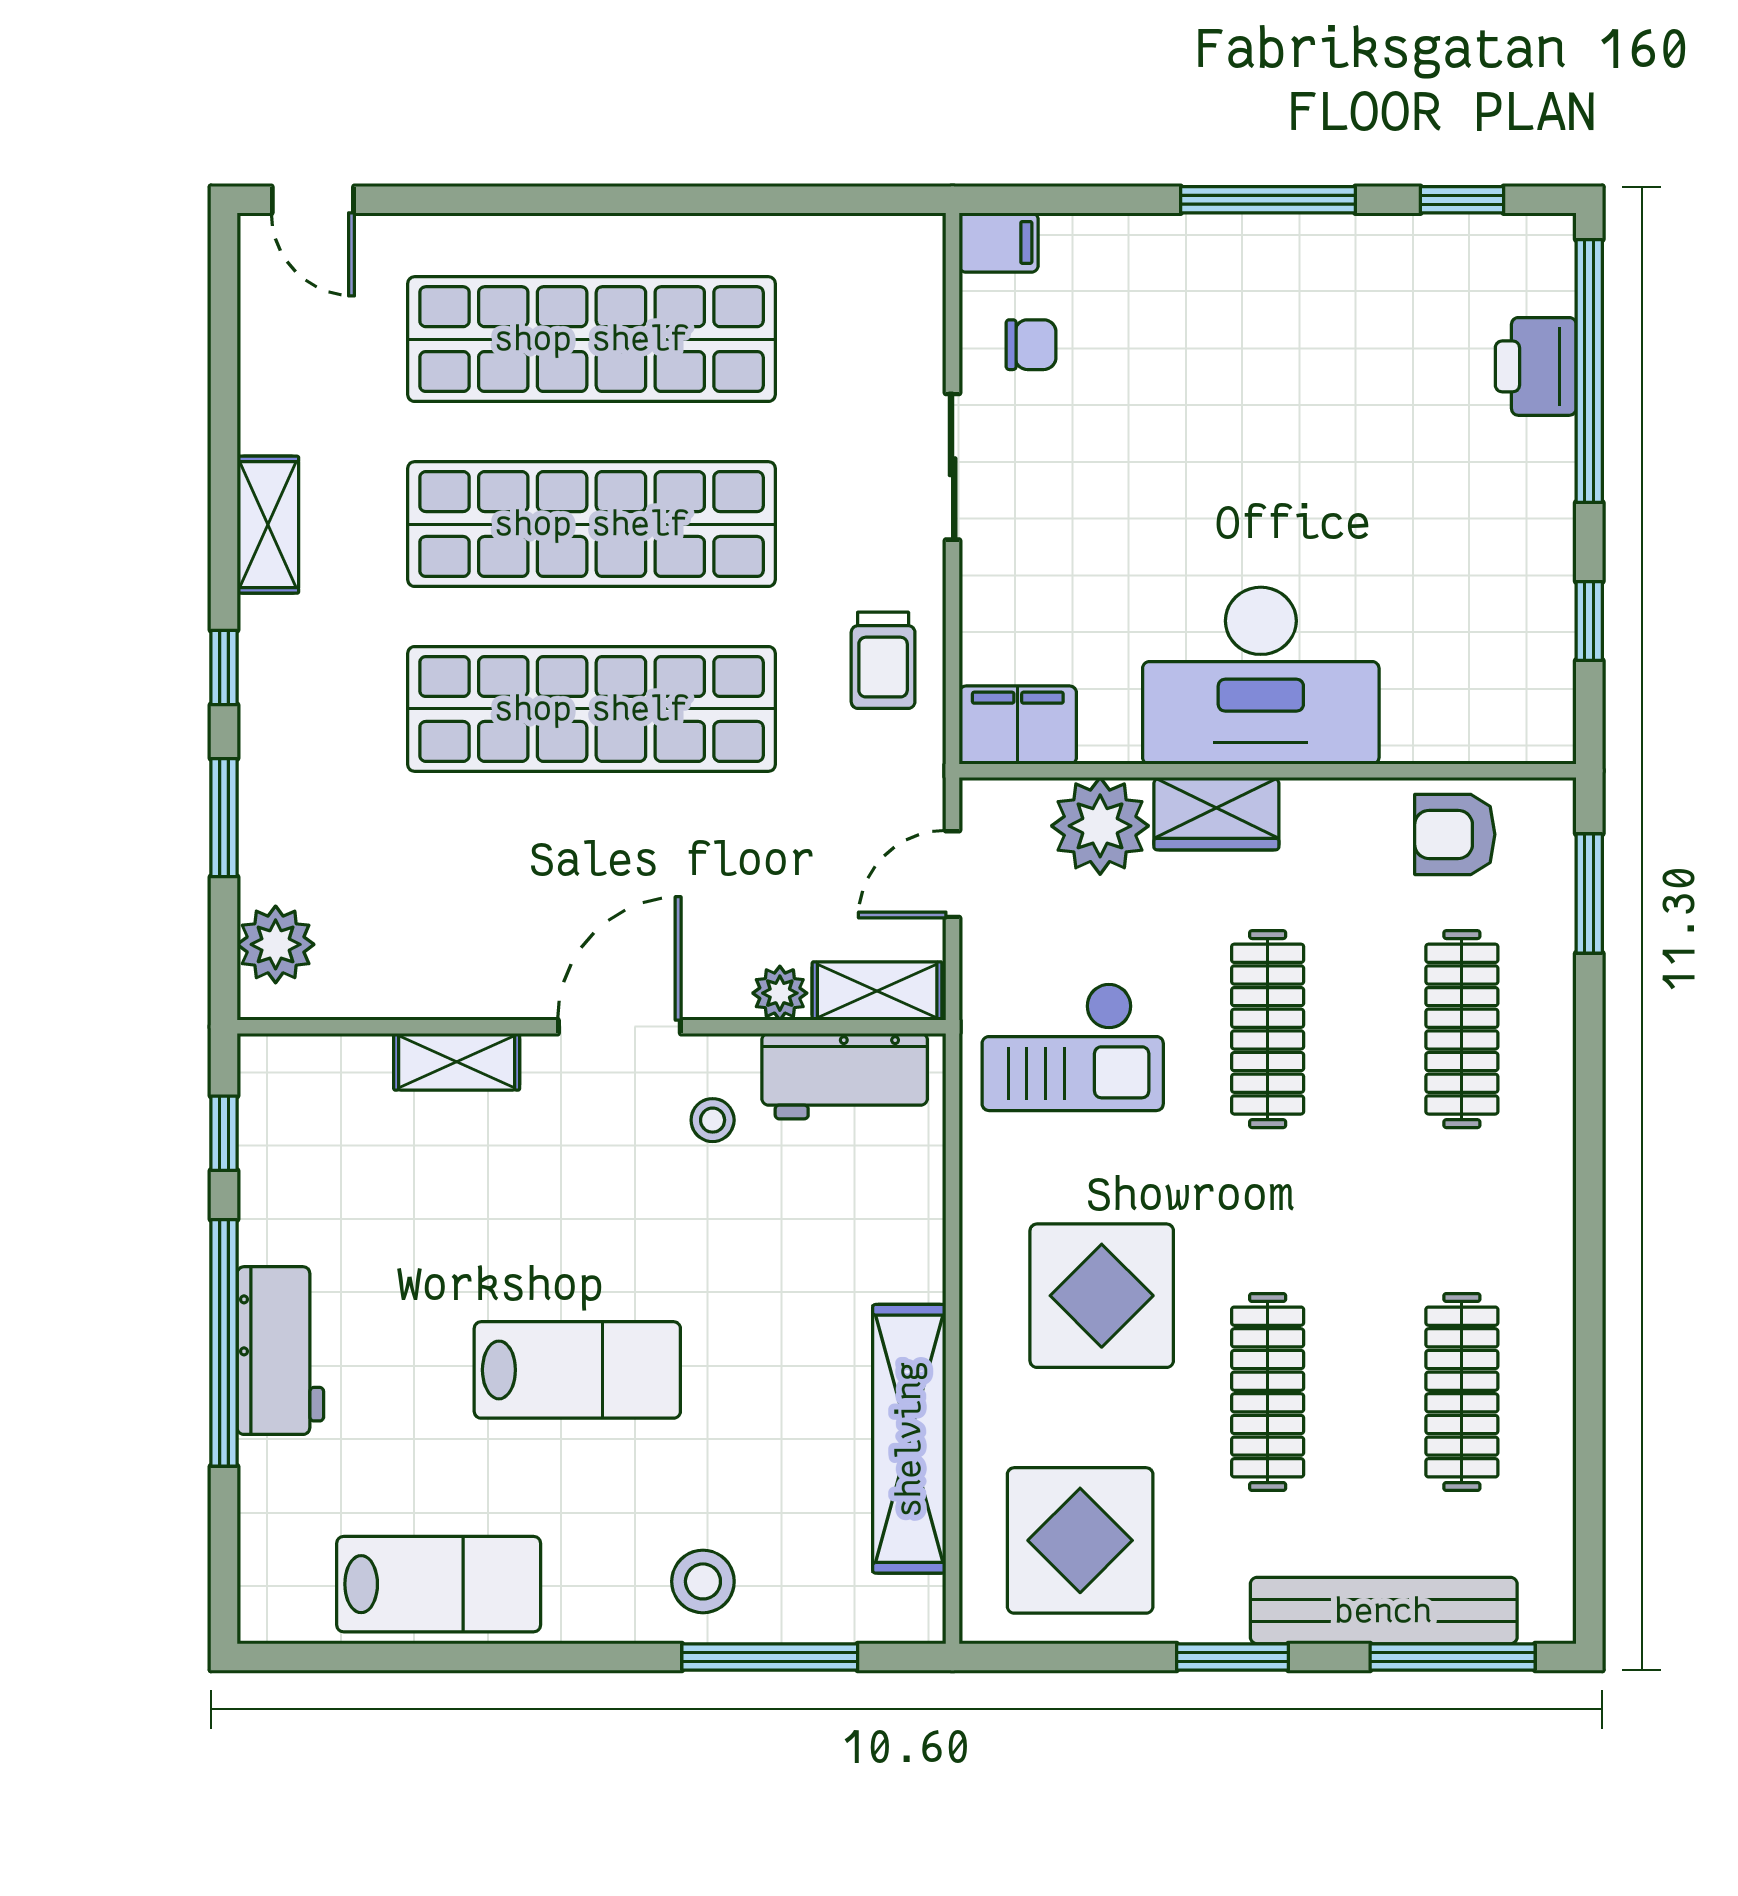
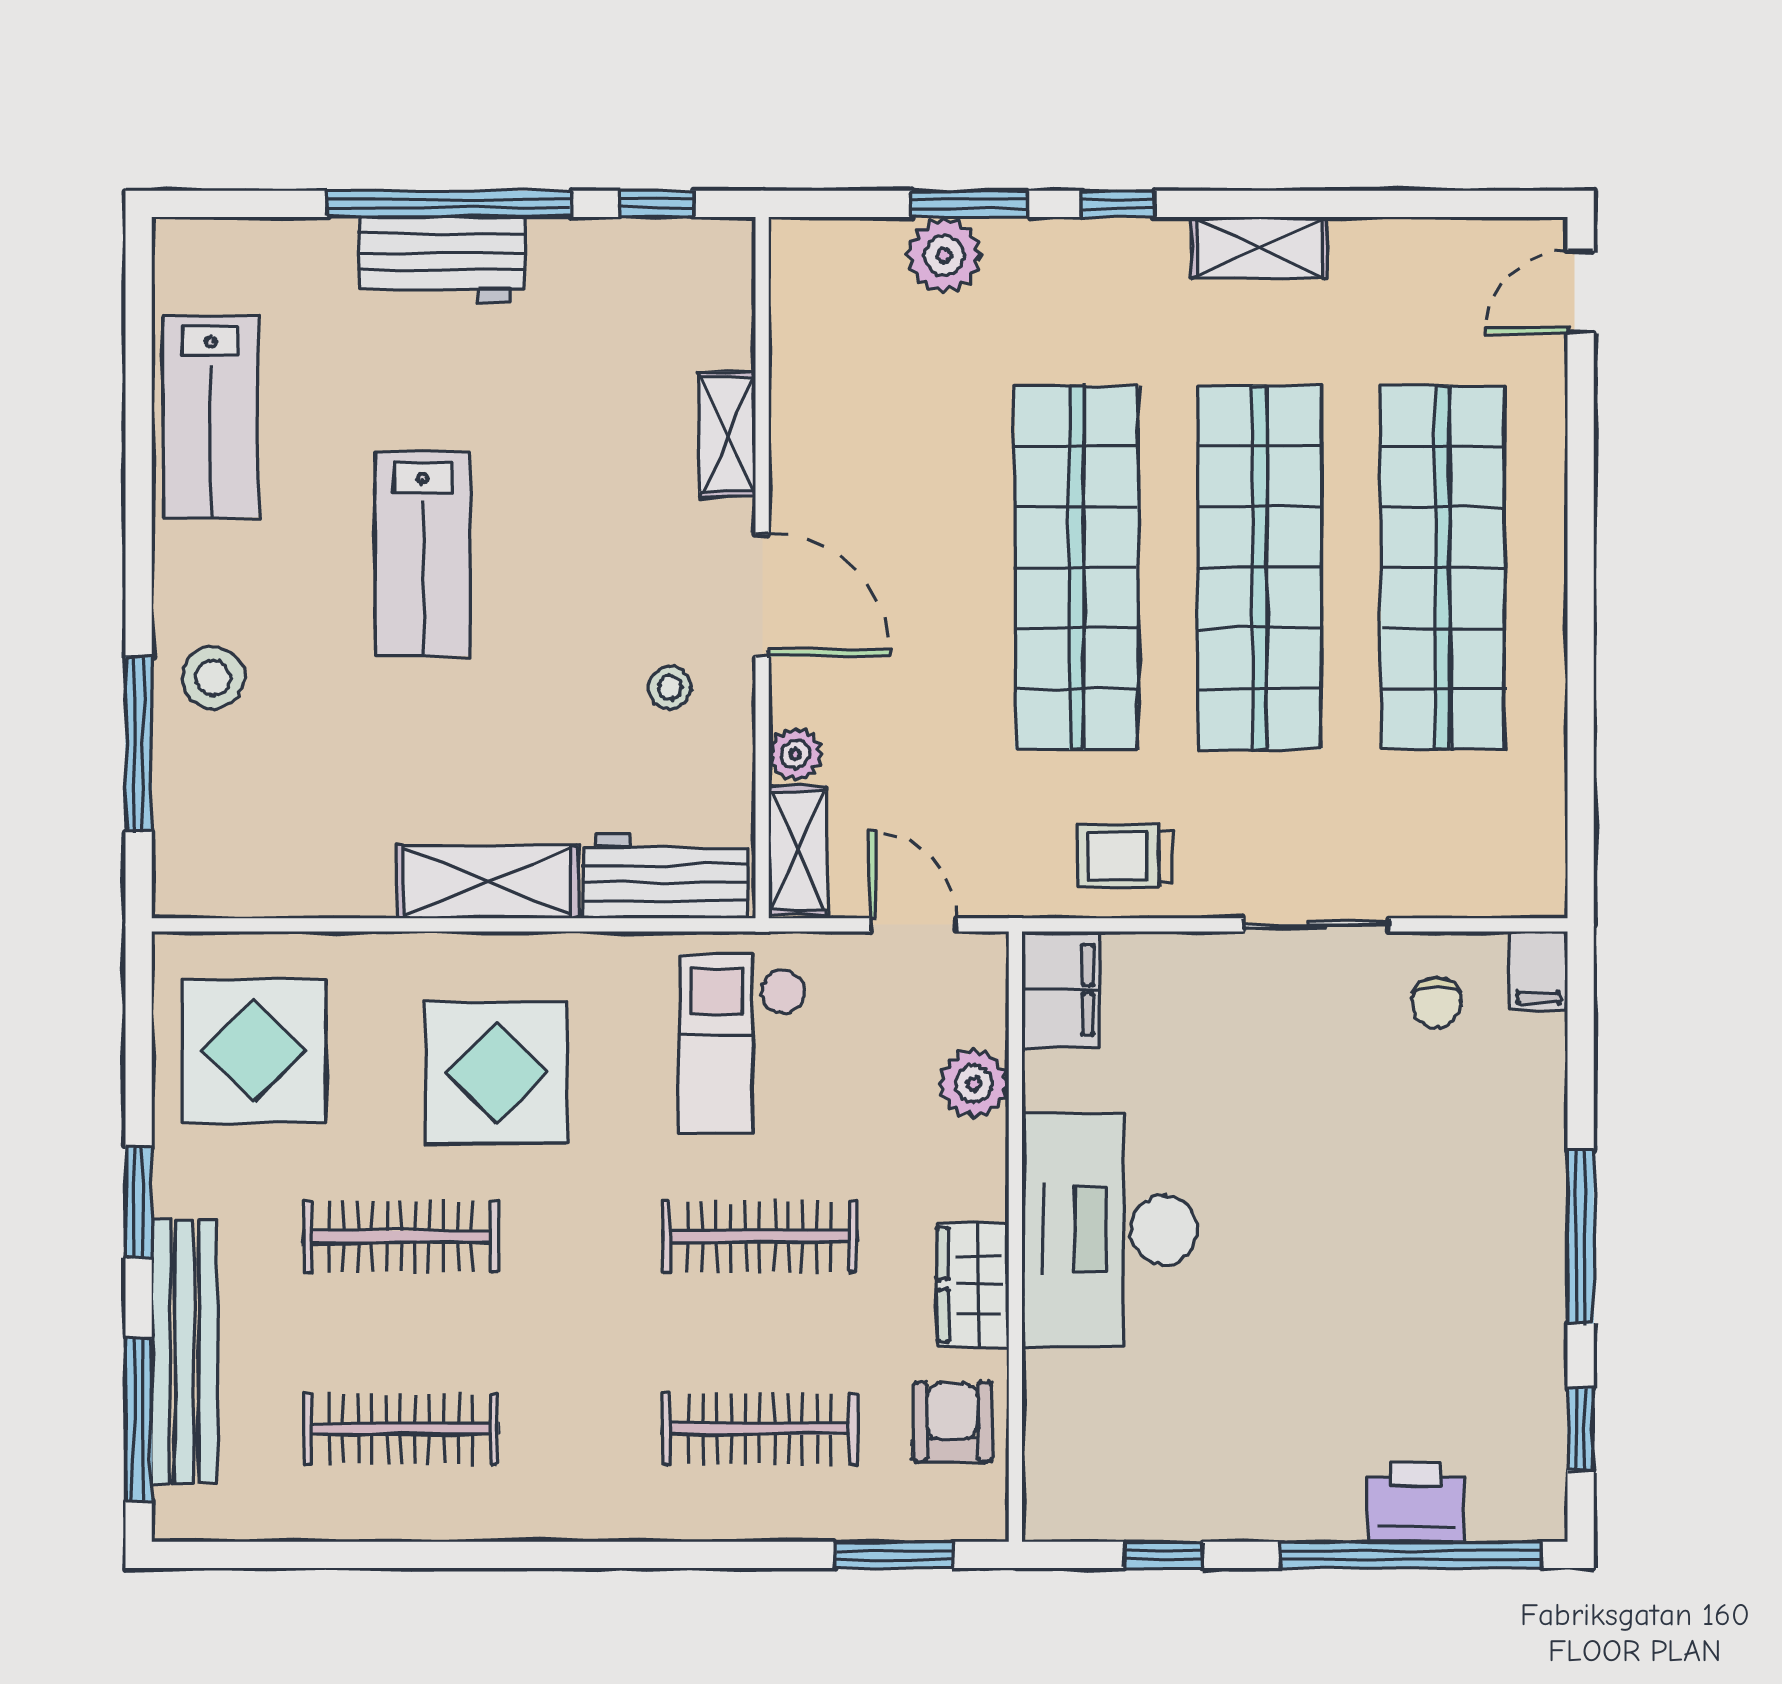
wardrobe: (1216, 814) -> (973, 1285), moved
plant: (1100, 826) -> (974, 1084), width x0.73, depth x0.73
plant: (276, 944) -> (944, 255), moved
workbench: (845, 1076) -> (665, 876), moved, turned 90
shelving: (909, 1439) -> (487, 882), moved, width x0.68

